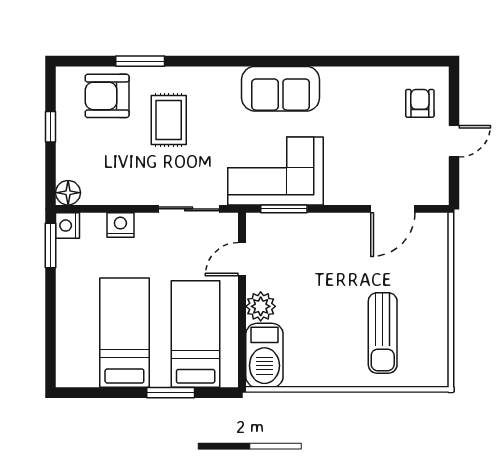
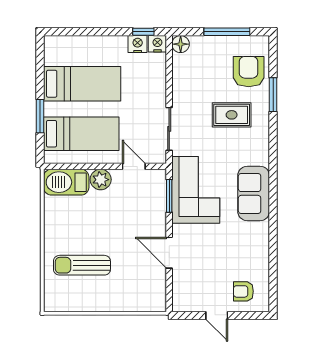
armchair: (420, 103) -> (243, 291), turned 180
window: (51, 127) -> (227, 32), width x2.17
door: (393, 209) -> (169, 253), moved
nightstand: (120, 225) -> (138, 44), moved, turned -90
window: (51, 246) -> (143, 32), width x0.67

